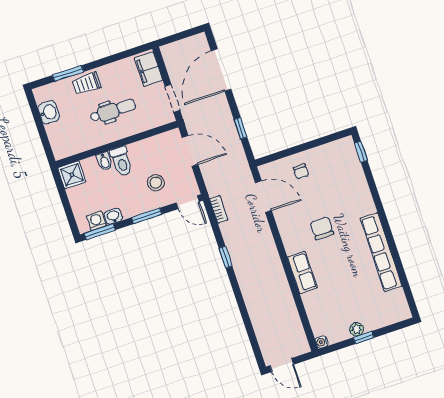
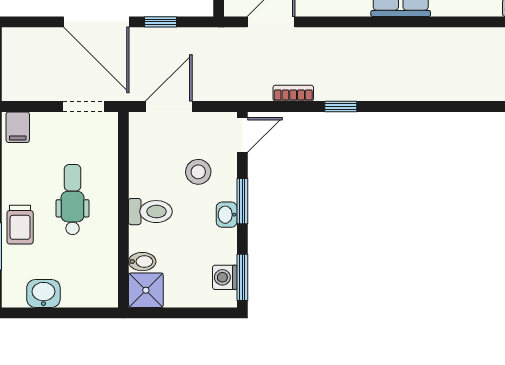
filing cabinet: (148, 69) -> (18, 127), width x0.50
door: (221, 70) -> (96, 22), moved
bidet: (104, 161) -> (142, 262), moved
bookcase: (219, 209) -> (293, 93), moved
washbasin: (113, 216) -> (227, 215), moved

